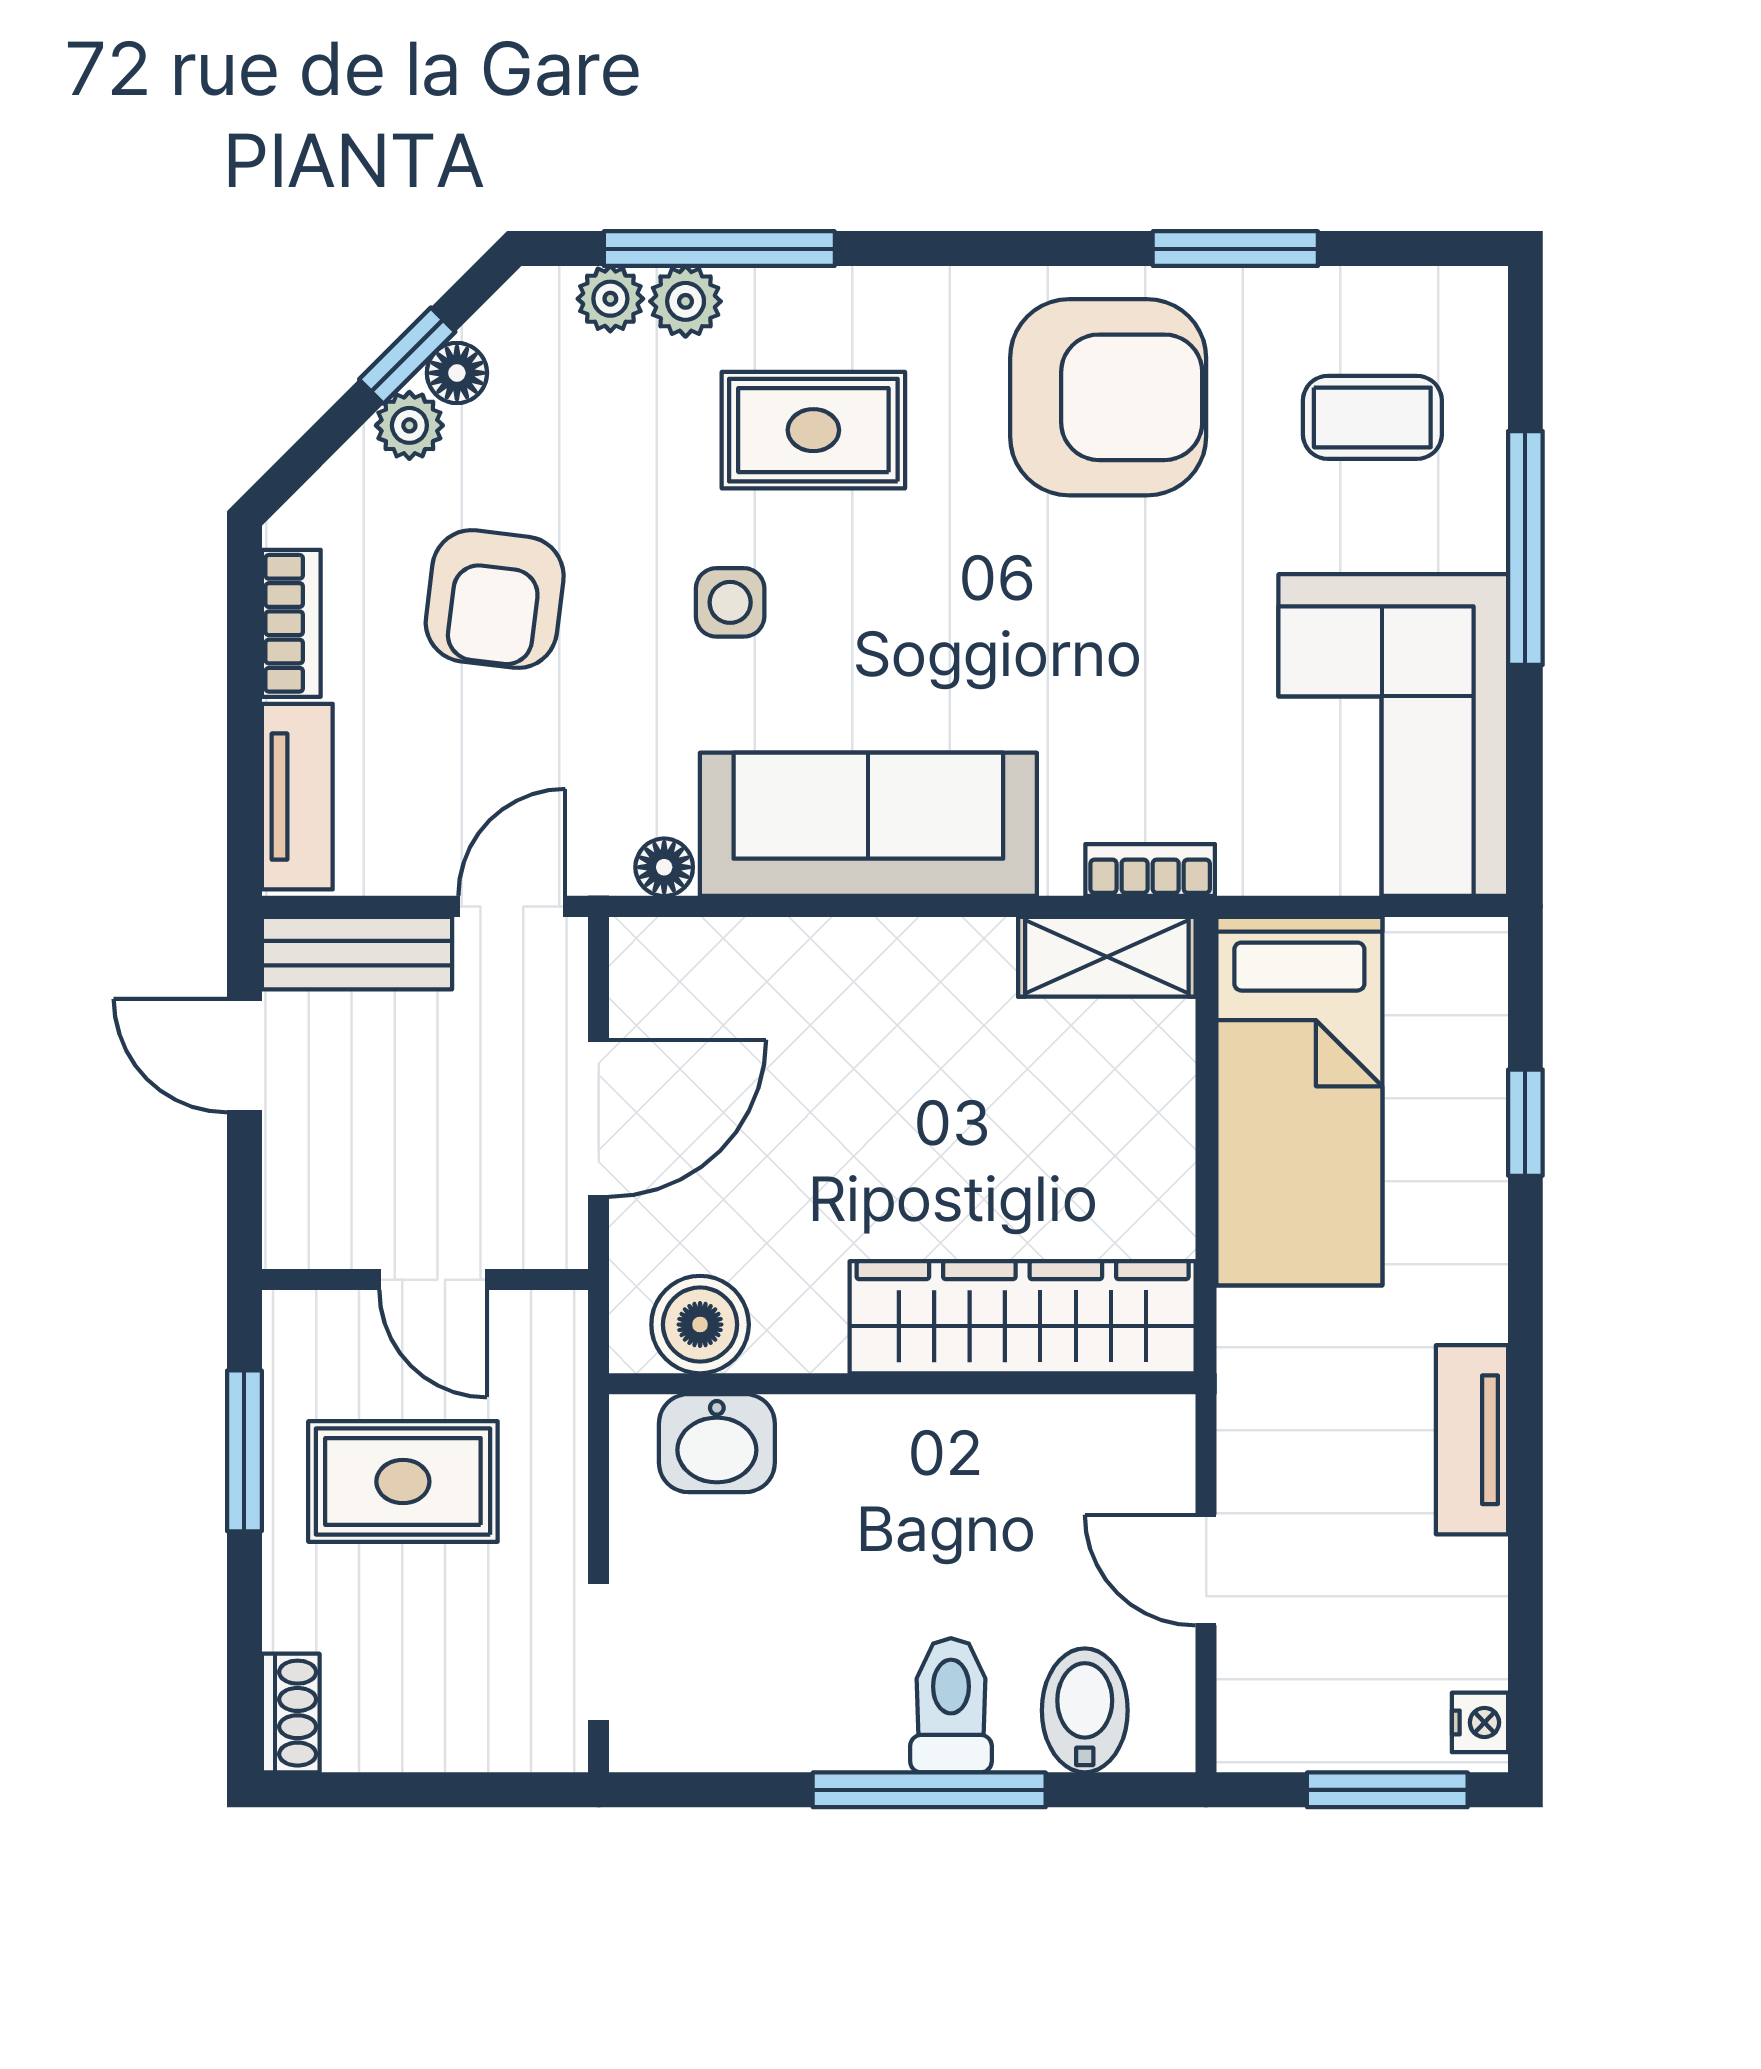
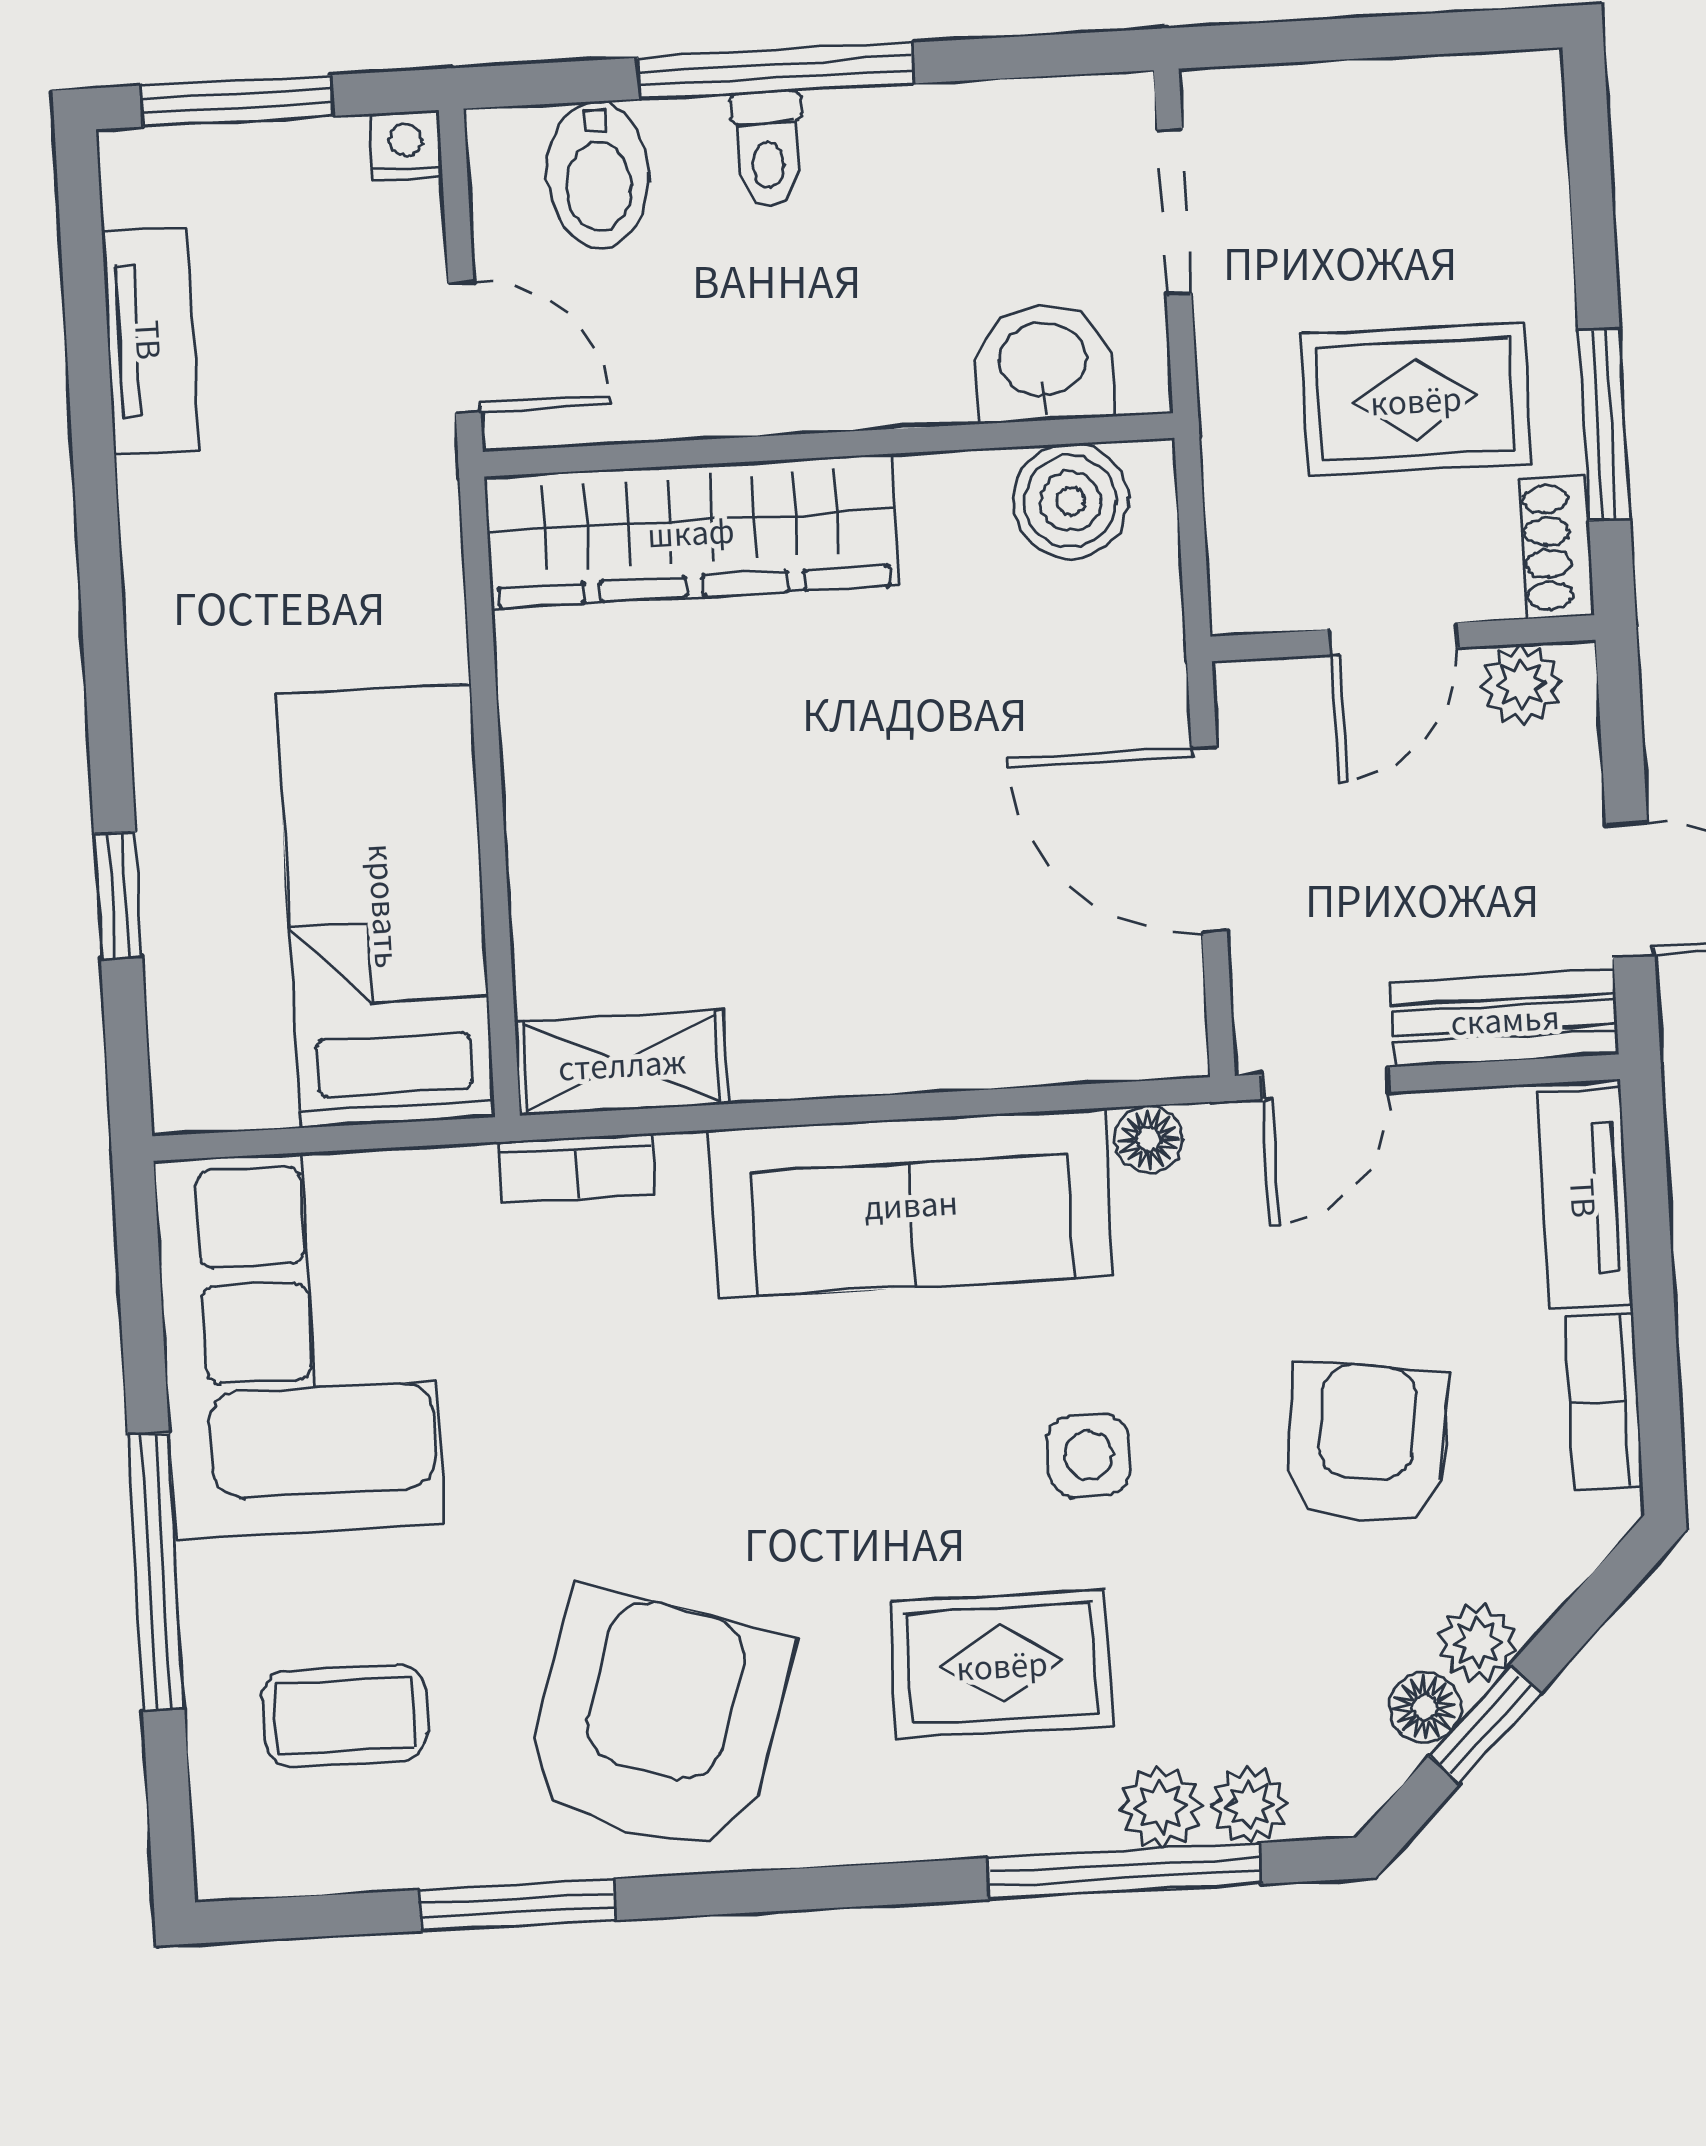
armchair: (1108, 397) -> (657, 1722), turned 108
door: (599, 1118) -> (1209, 839), hinge flipped
plant: (327, 1235) -> (1521, 684), added
door: (433, 1280) -> (1393, 639), swing flipped
wardrobe: (1023, 1317) -> (691, 531), moved
boiler: (700, 1325) -> (1071, 501), moved
wall: (902, 1384) -> (829, 445), moved
tv unit: (1472, 1440) -> (150, 340), moved
washbasin: (717, 1443) -> (1043, 363), moved
toilet: (951, 1705) -> (768, 149), width x0.73, depth x0.72
shoe rack: (291, 1713) -> (1556, 547), moved
nightstand: (1480, 1722) -> (406, 145), moved, turned 90

